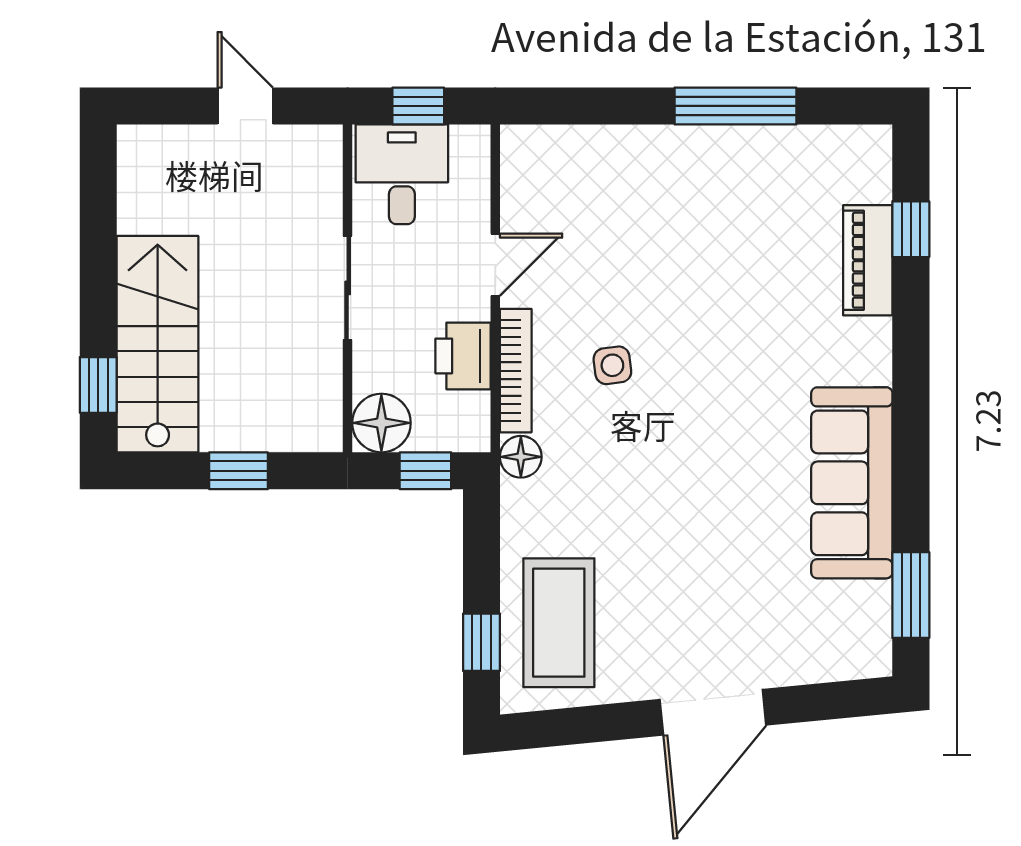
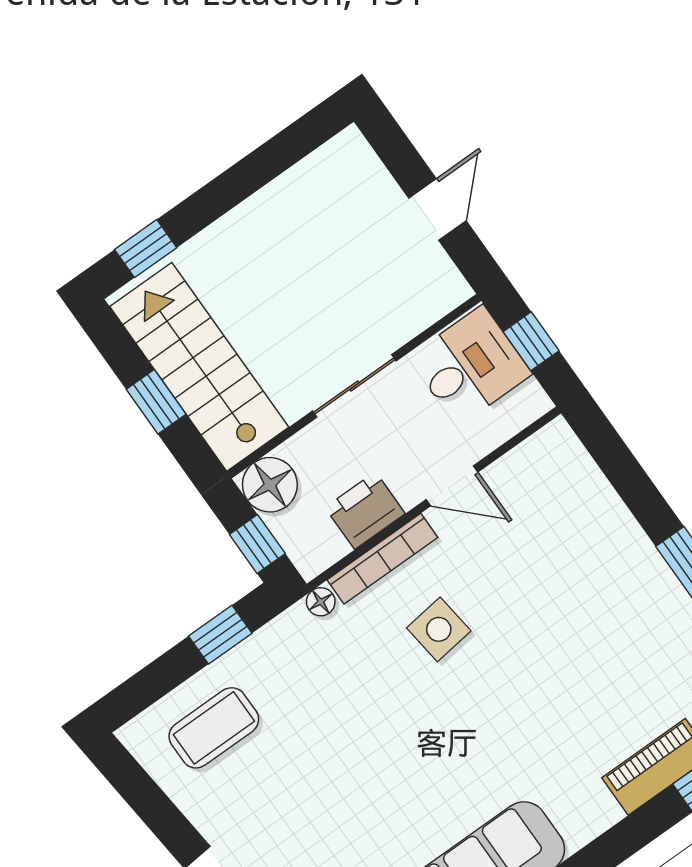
stairs: (158, 344) -> (199, 367), moved, turned -90
side table: (612, 365) -> (439, 629), width x1.37, depth x1.37
floor lamp: (521, 457) -> (321, 602), width x0.73, depth x0.73
coffee table: (559, 623) -> (214, 728), width x0.73, depth x0.76
window: (481, 642) -> (220, 635), moved

